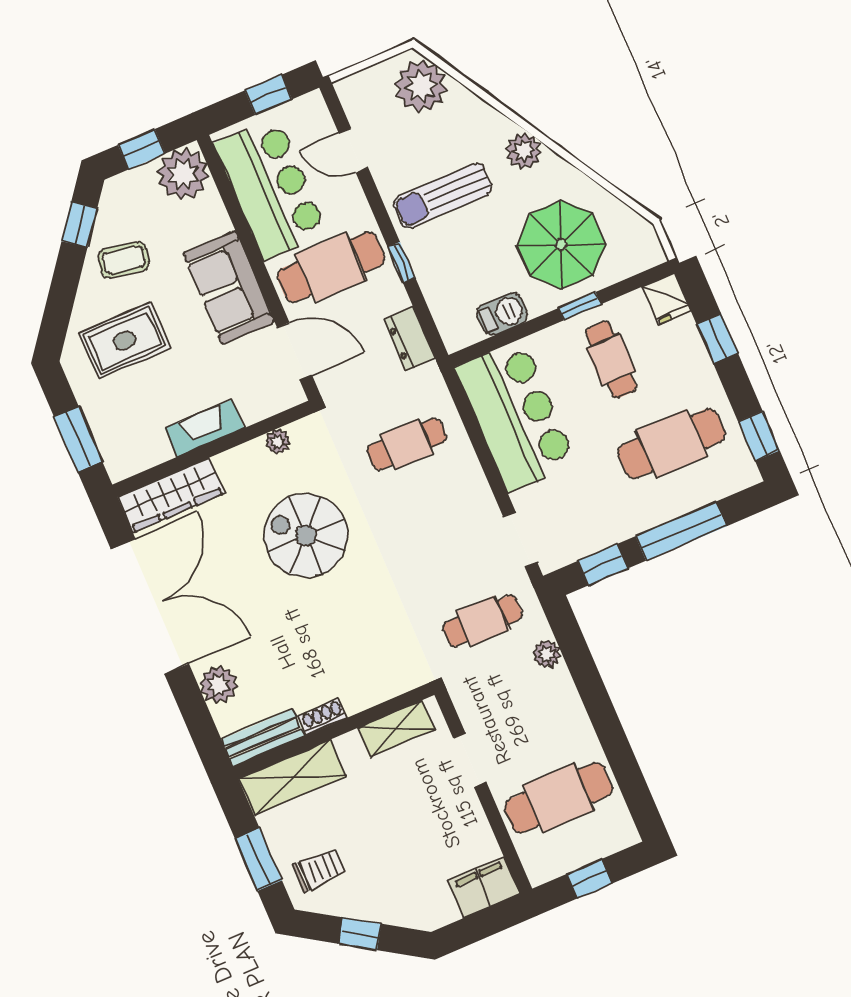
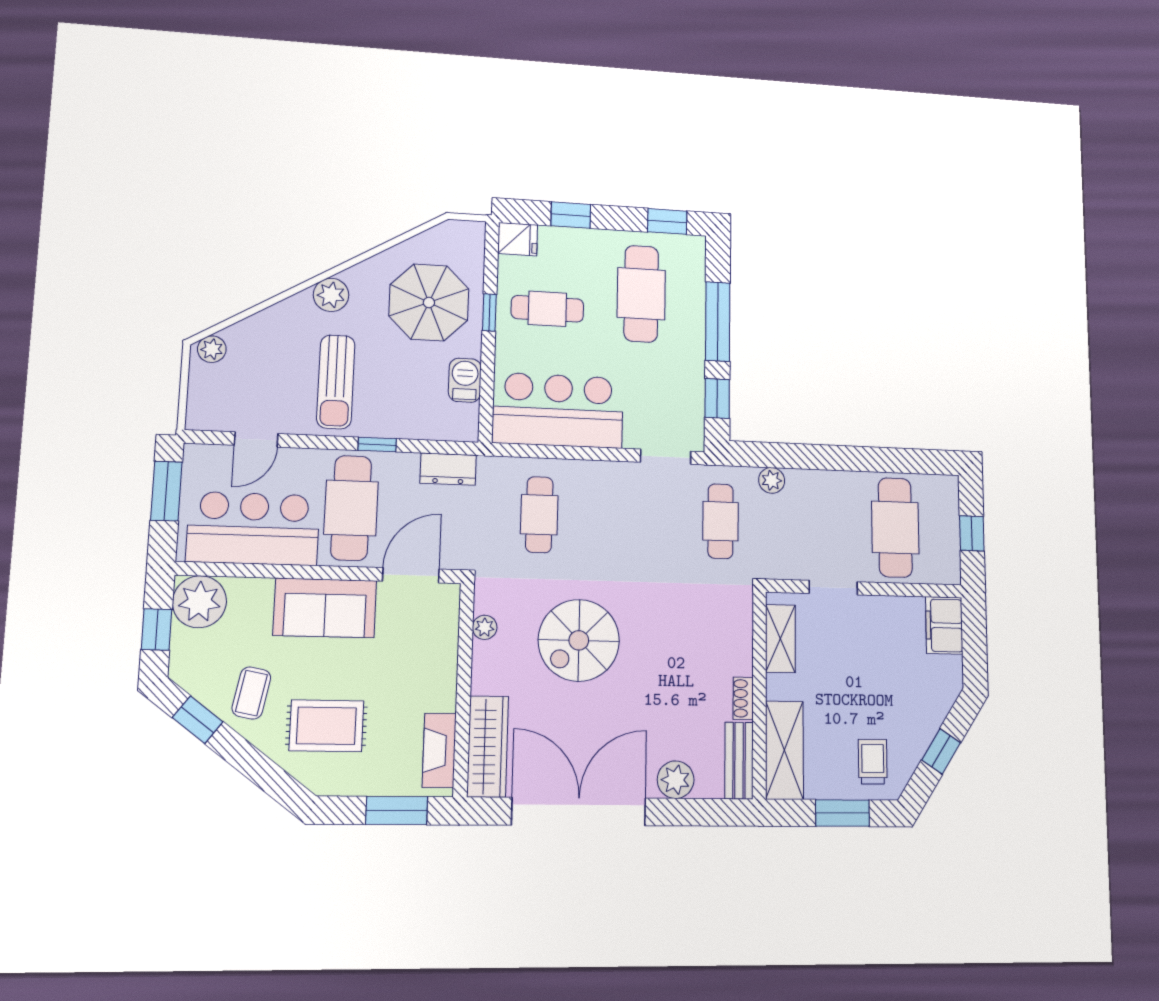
plant: (421, 86) -> (212, 349), width x0.53, depth x0.53
window: (268, 95) -> (166, 491), width x1.50
rug: (125, 340) -> (326, 726), turned 90
fireplace: (205, 428) -> (439, 750), moved

